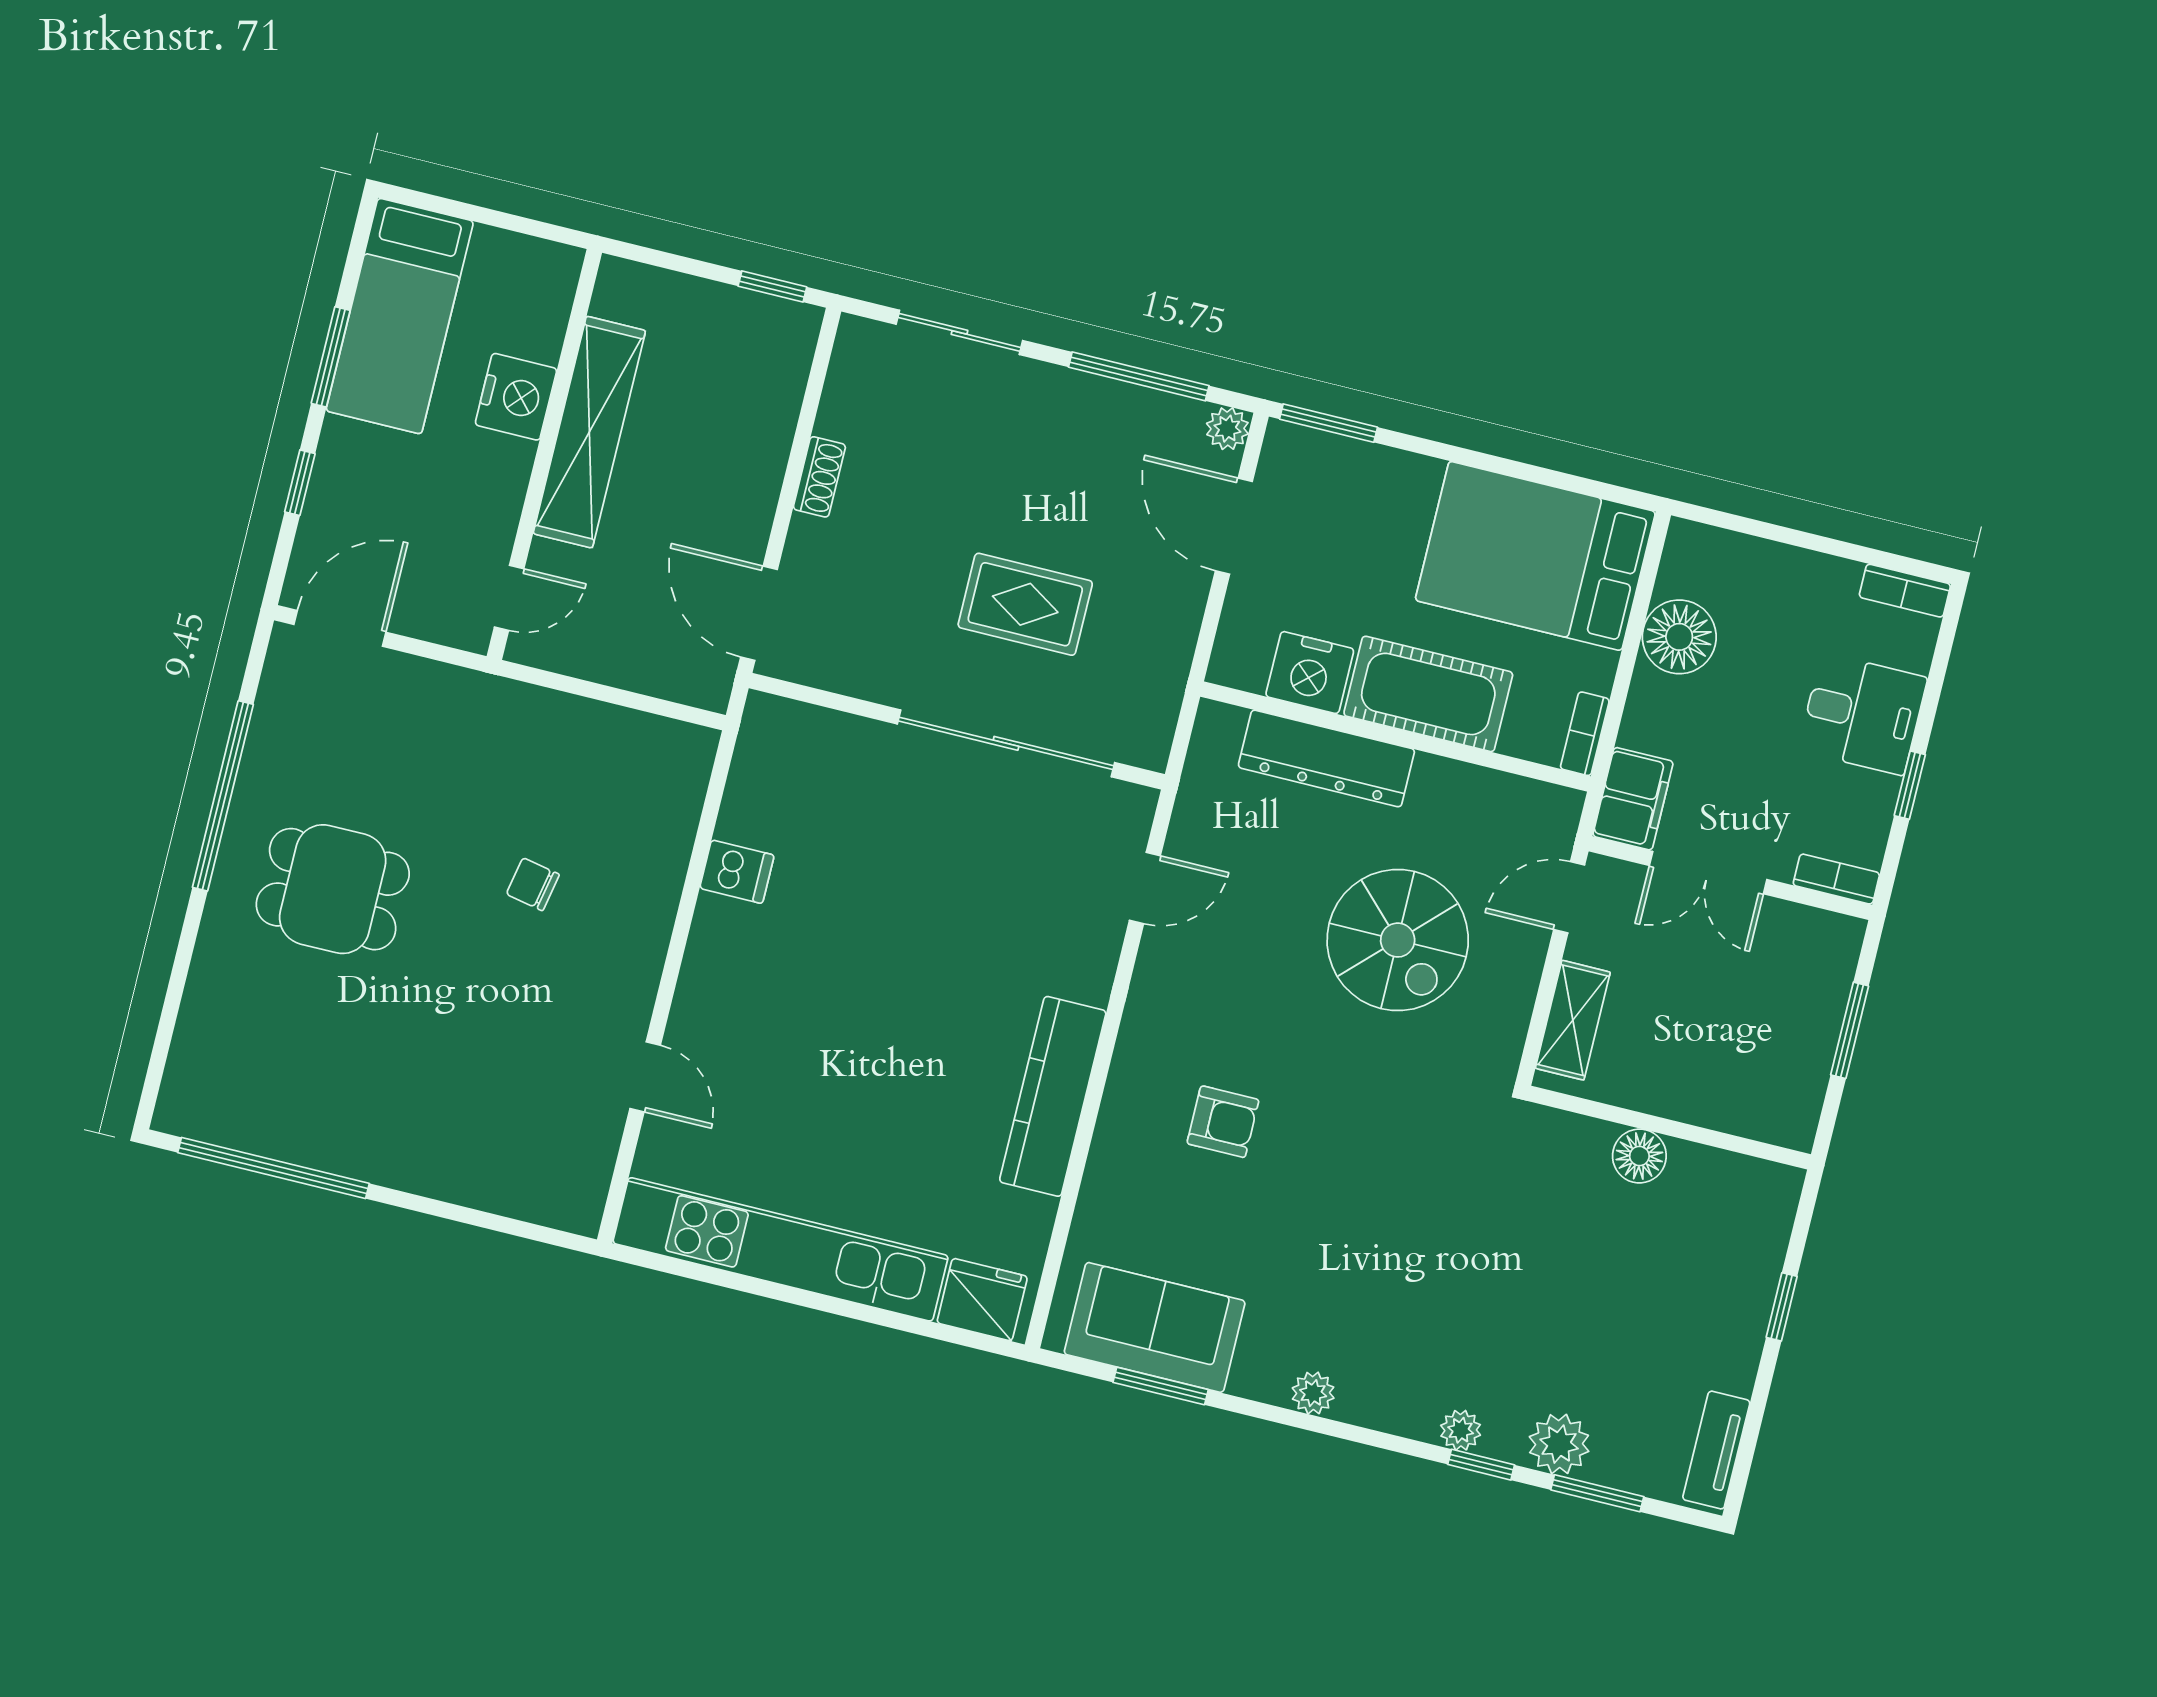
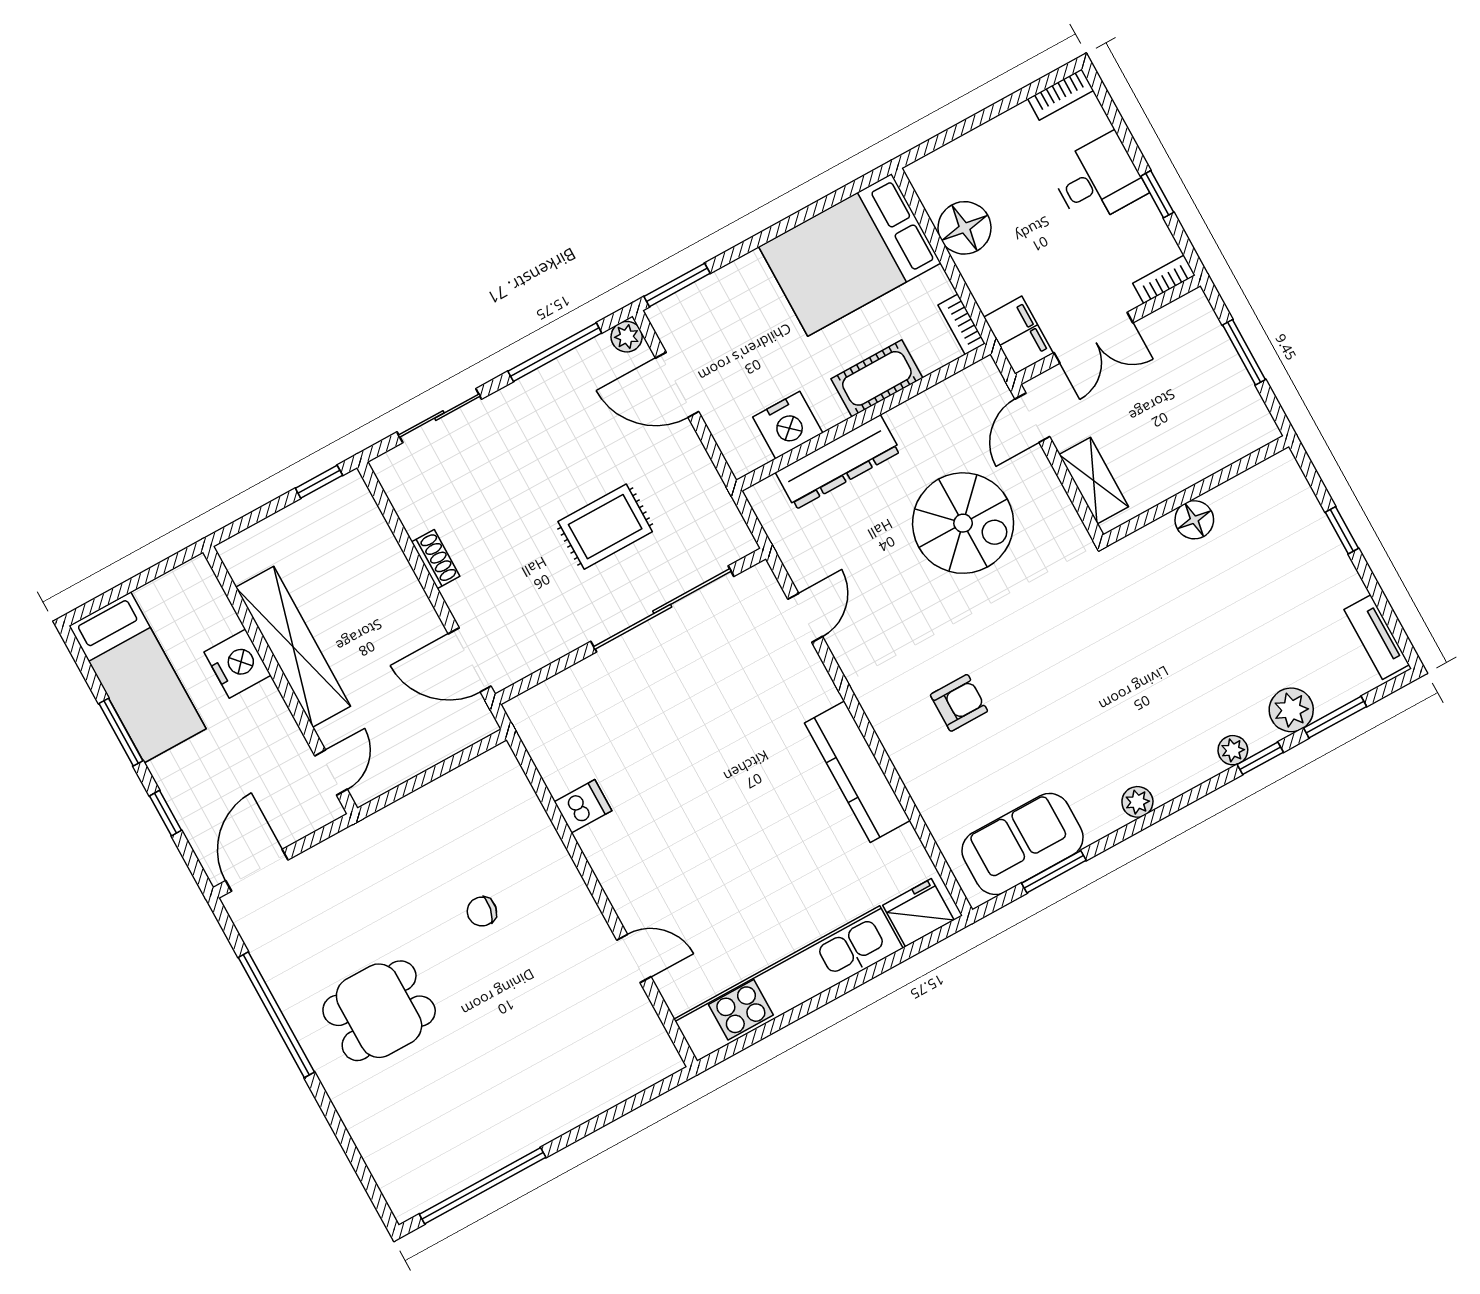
cot: (1428, 694) -> (877, 378), width x0.73, depth x0.75

